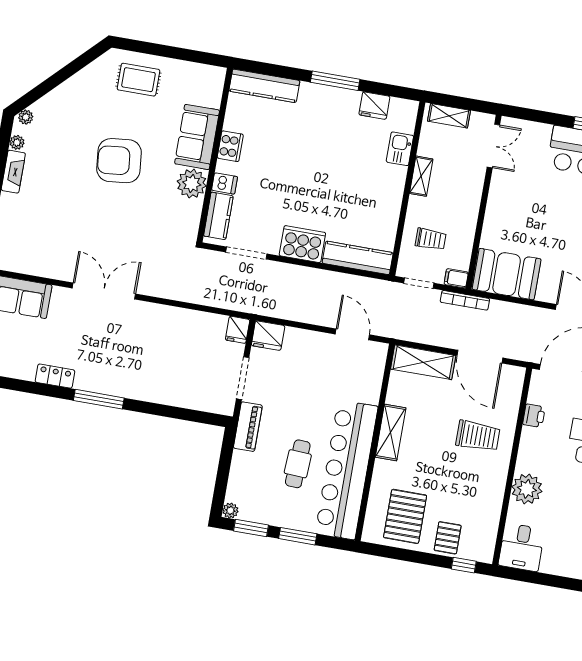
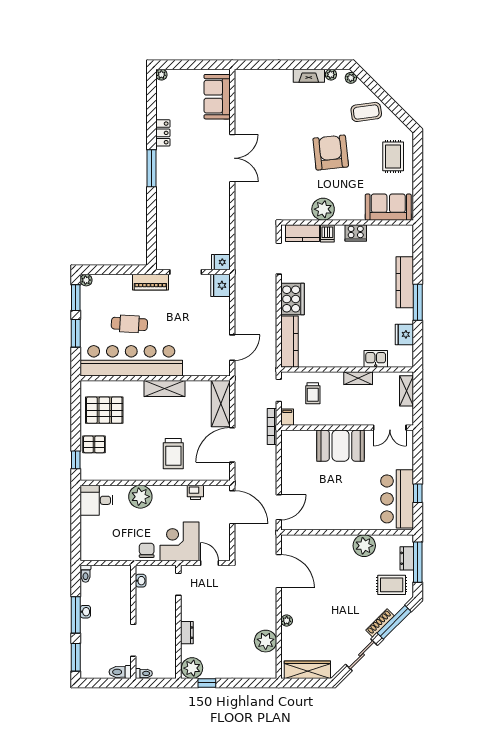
kitchen counter: (264, 86) -> (405, 282), moved
coffee table: (74, 105) -> (366, 112), added
sofa: (197, 137) -> (388, 207), moved
booth: (507, 274) -> (341, 446), moved, turned 90

